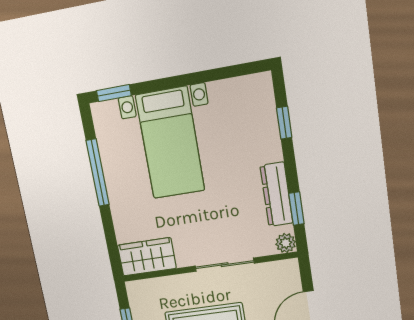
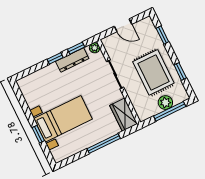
window: (114, 93) -> (38, 134), moved
window: (284, 123) -> (55, 58), moved
window: (98, 173) -> (104, 143), moved

